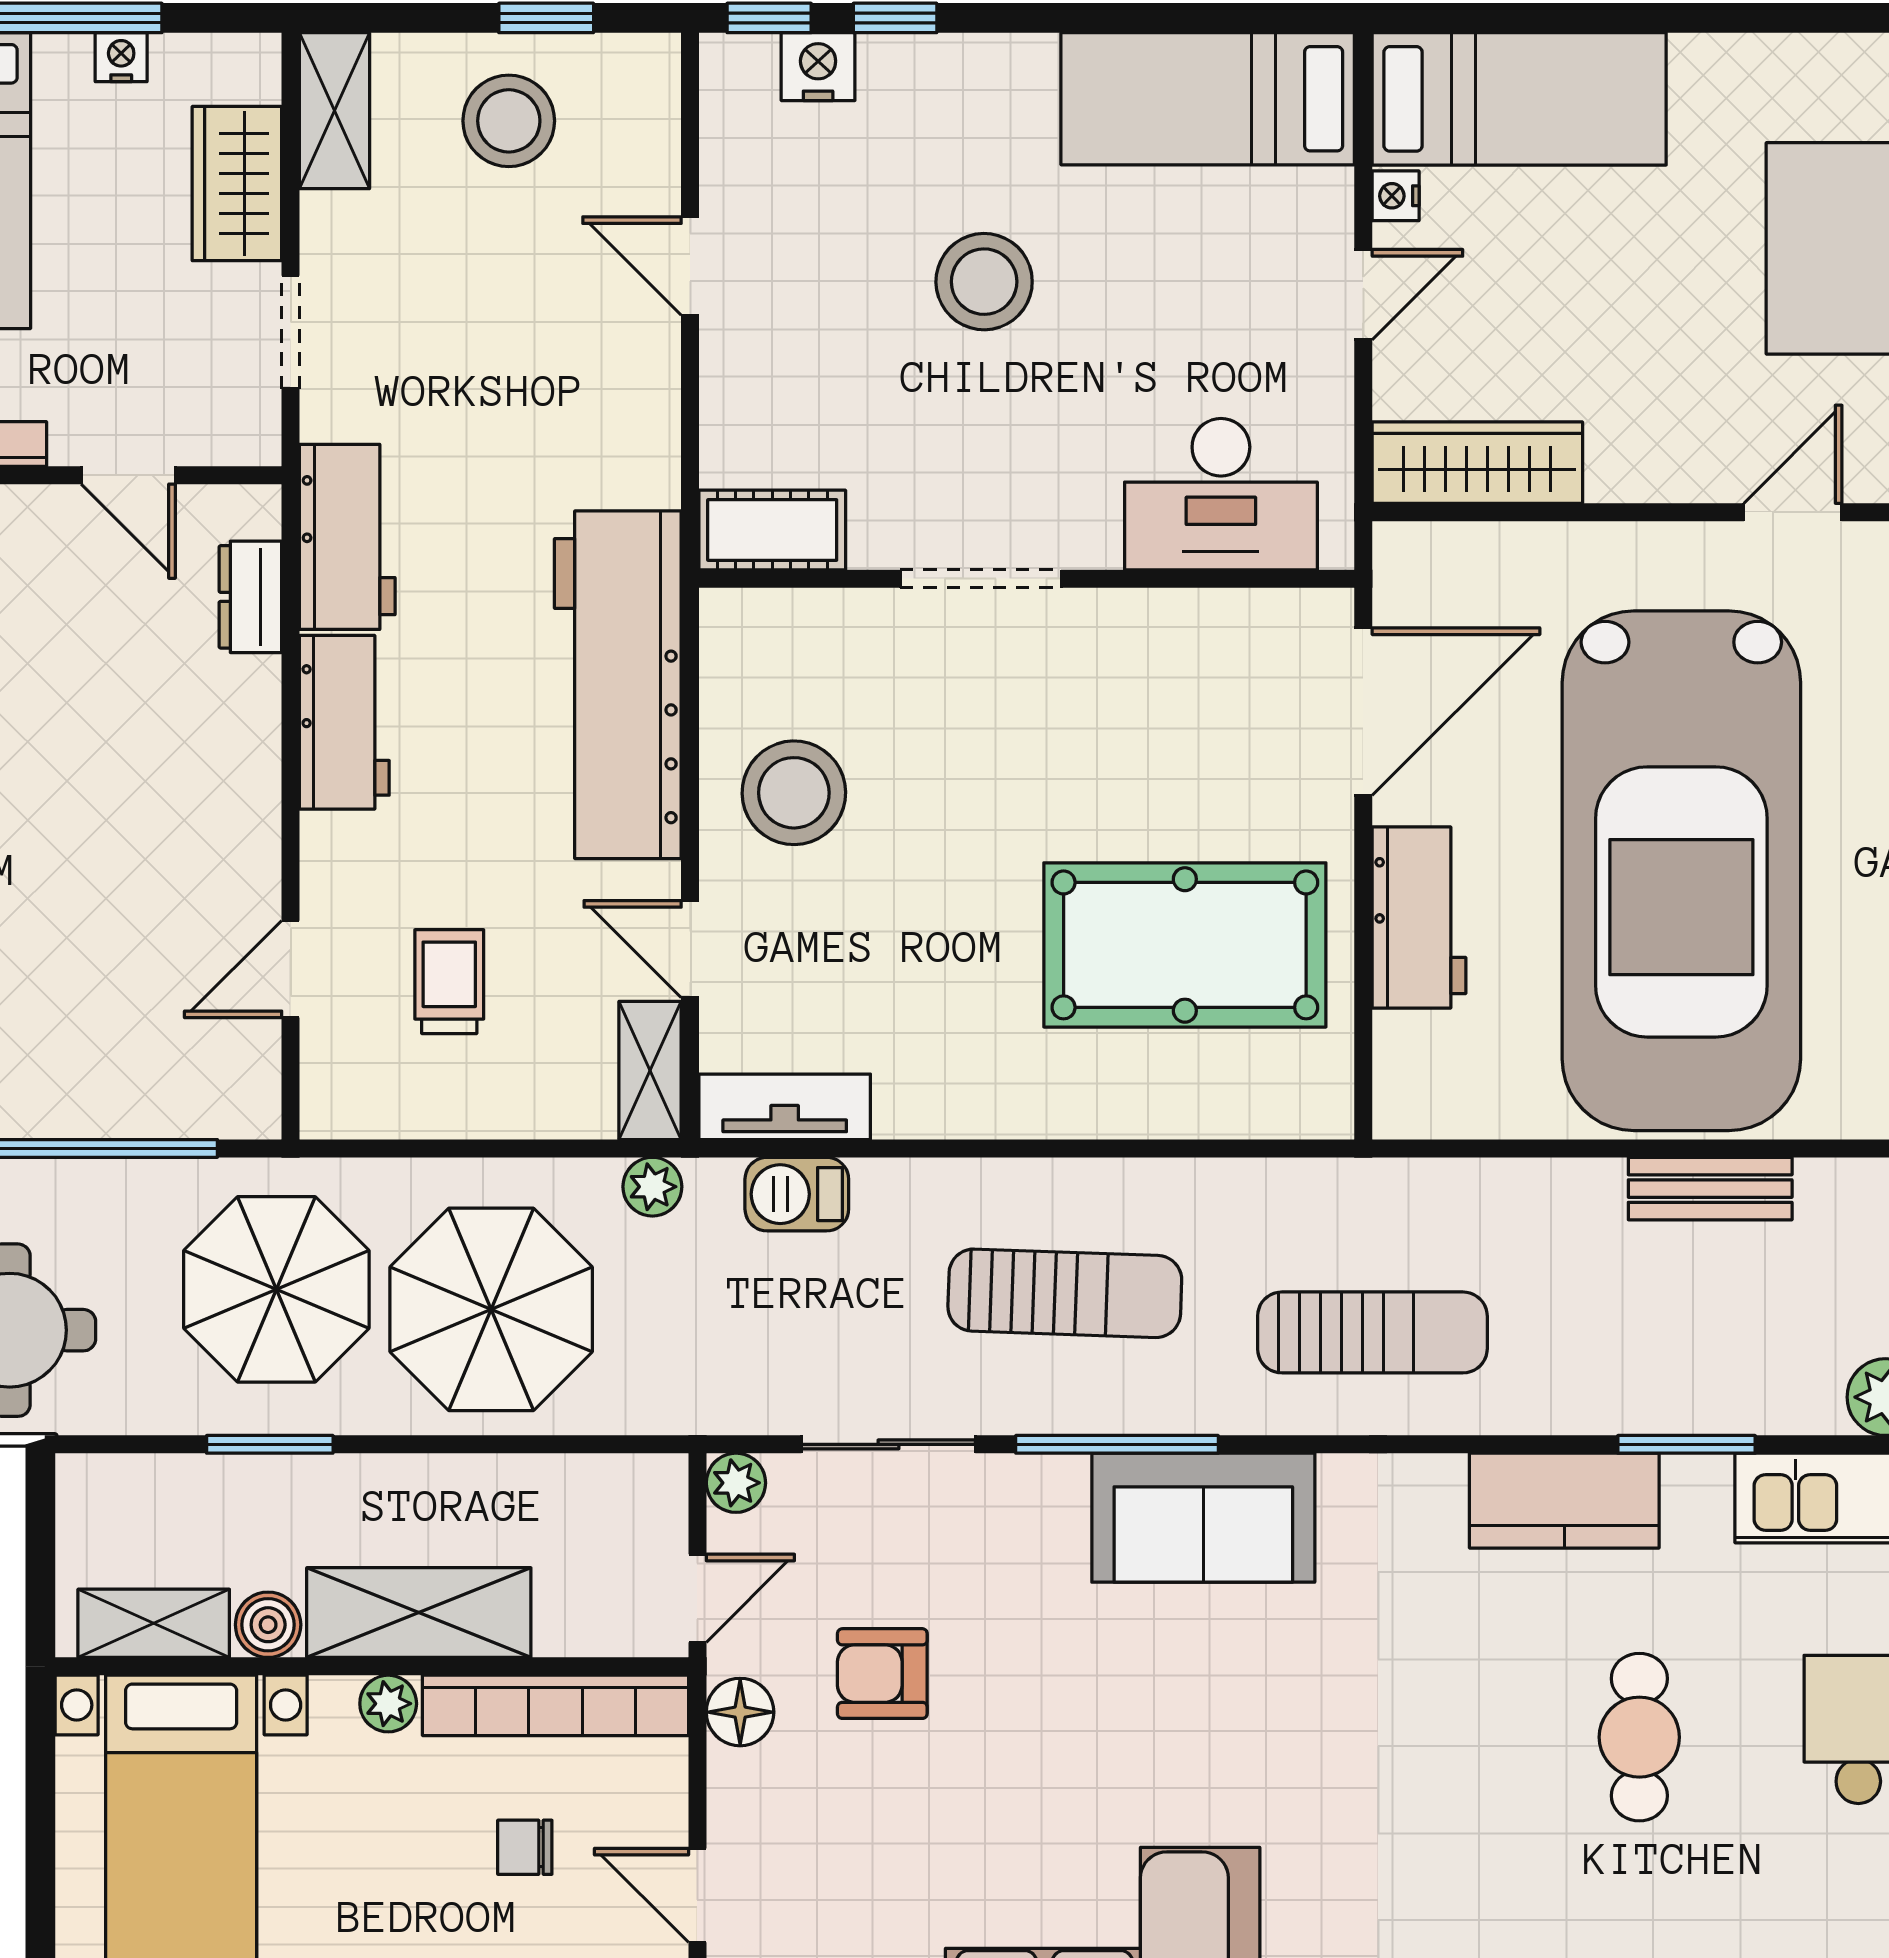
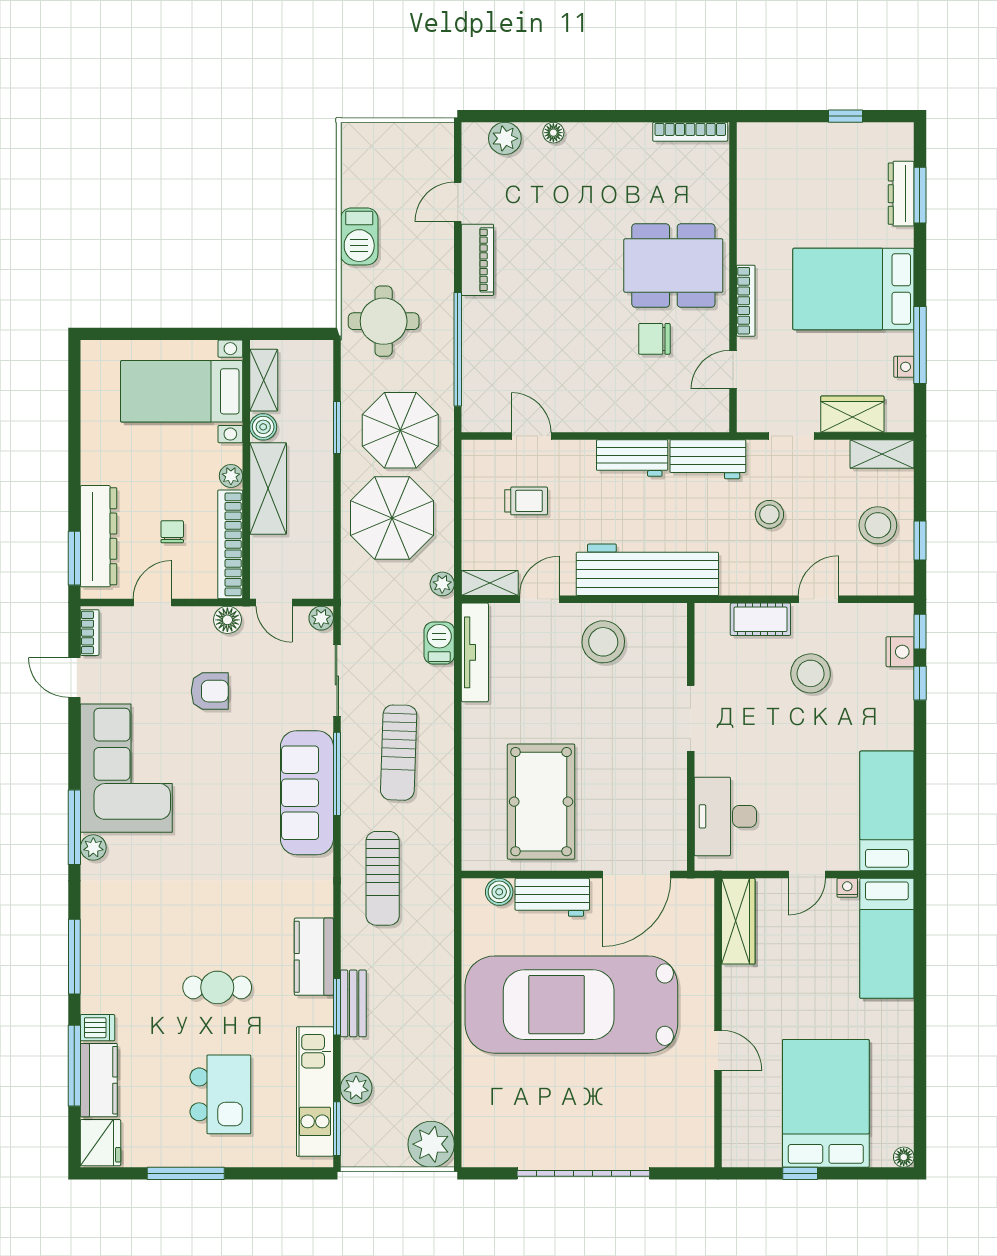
stool: (984, 282) -> (811, 673), moved
door: (1363, 295) -> (807, 875), hinge flipped
stool: (482, 386) -> (769, 514), added
cot: (772, 530) -> (760, 619), moved, turned 90
dresser: (250, 597) -> (683, 420), removed
chair: (53, 668) -> (654, 339), added
door: (1363, 712) -> (636, 875), hinge flipped
boiler: (1405, 1047) -> (499, 892), added
tv unit: (785, 1107) -> (475, 652), width x1.41
bench: (1710, 1189) -> (353, 1003), moved
sofa: (1203, 1518) -> (307, 793), width x1.36
armchair: (882, 1674) -> (210, 691), moved, turned 90

